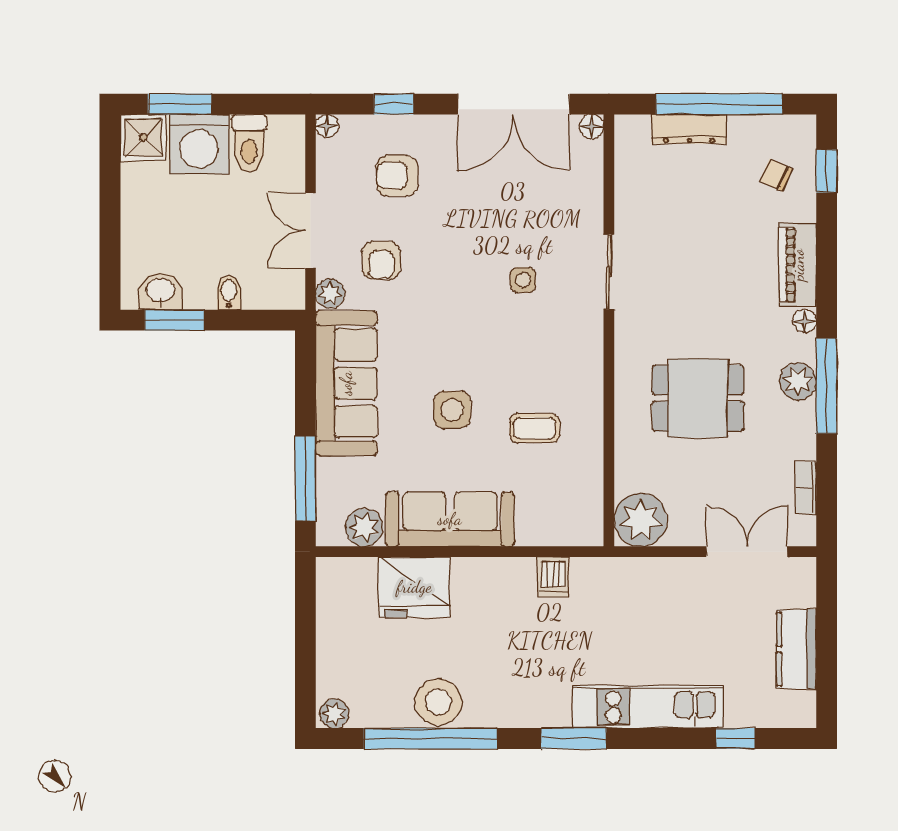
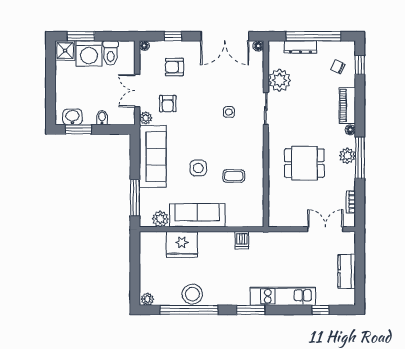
plant: (641, 520) -> (280, 80), moved

